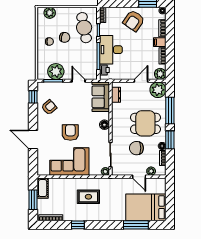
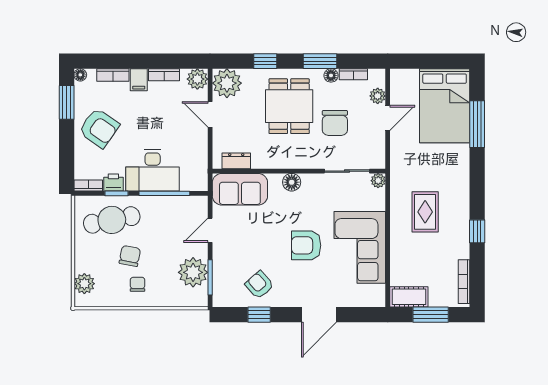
printer: (104, 70) -> (113, 182), moved
window: (33, 97) -> (259, 315), moved
window: (170, 110) -> (265, 61), width x0.46

